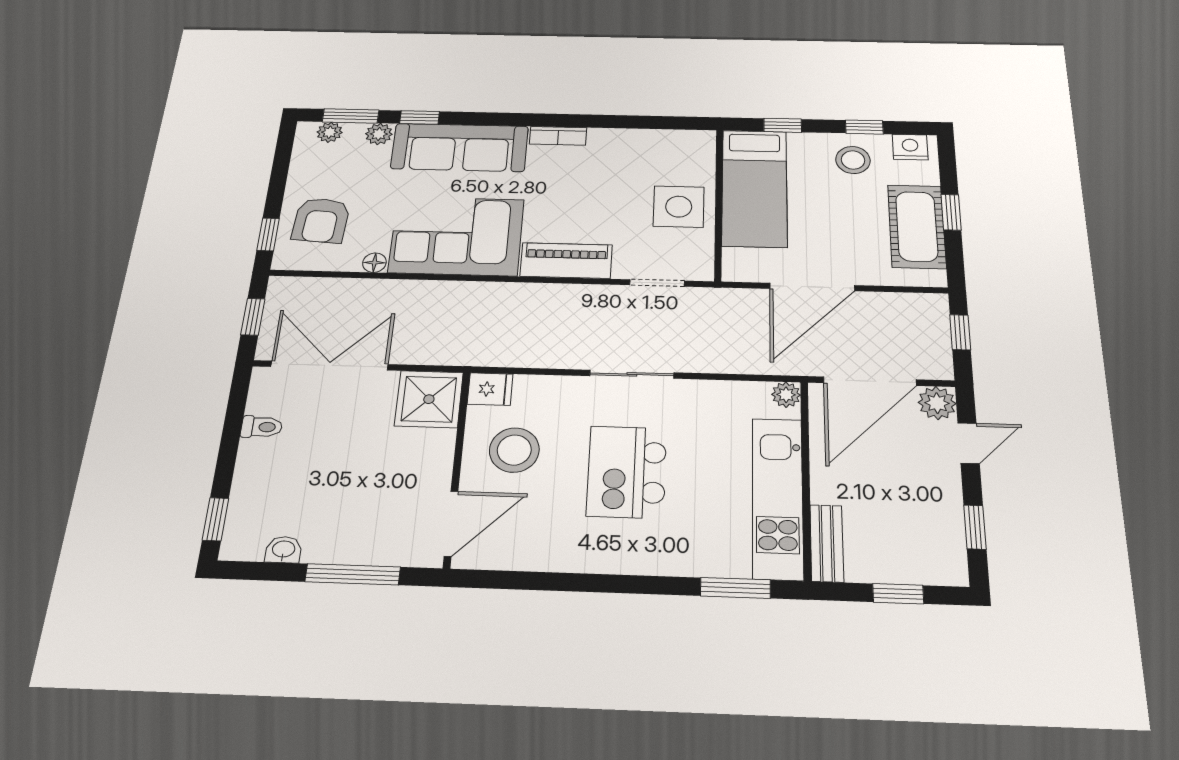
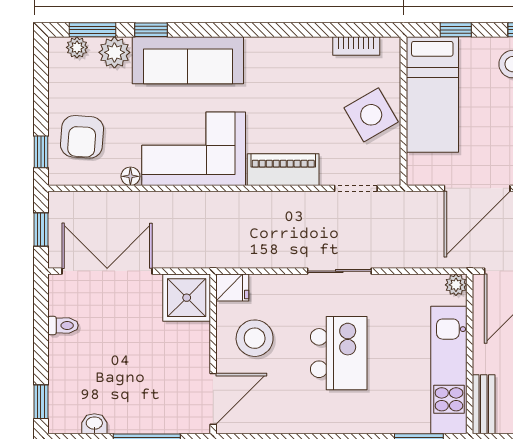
plant: (379, 134) -> (114, 52), width x1.38, depth x1.38
bookcase: (558, 136) -> (356, 46), moved
side table: (679, 207) -> (371, 115), turned -30
kitchen island: (627, 472) -> (339, 353), turned 180

